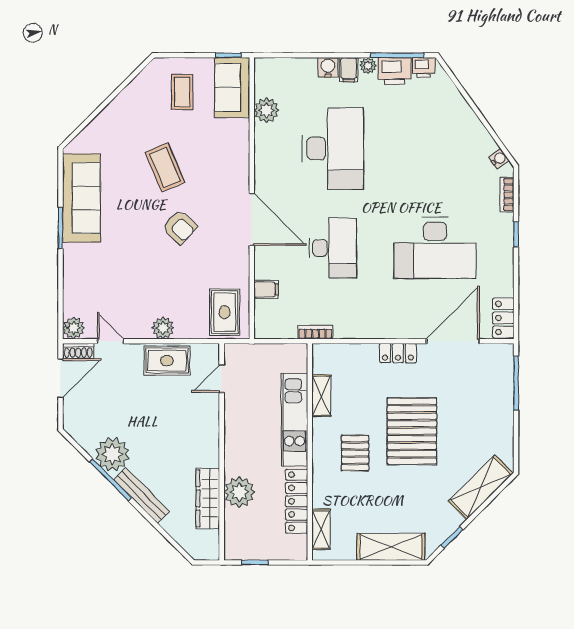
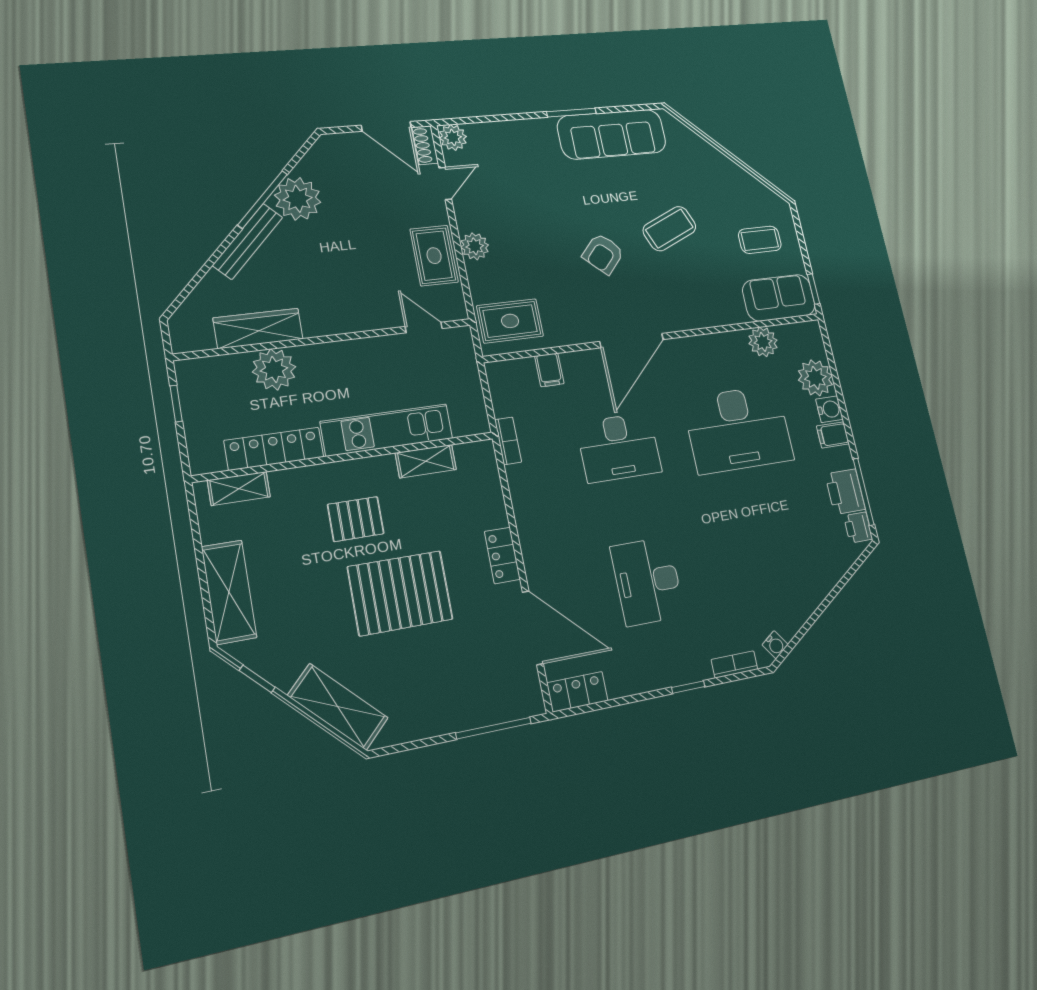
plant: (368, 66) -> (815, 378), moved, width x1.88, depth x1.88
desk: (435, 248) -> (648, 581), width x0.73, depth x0.77

